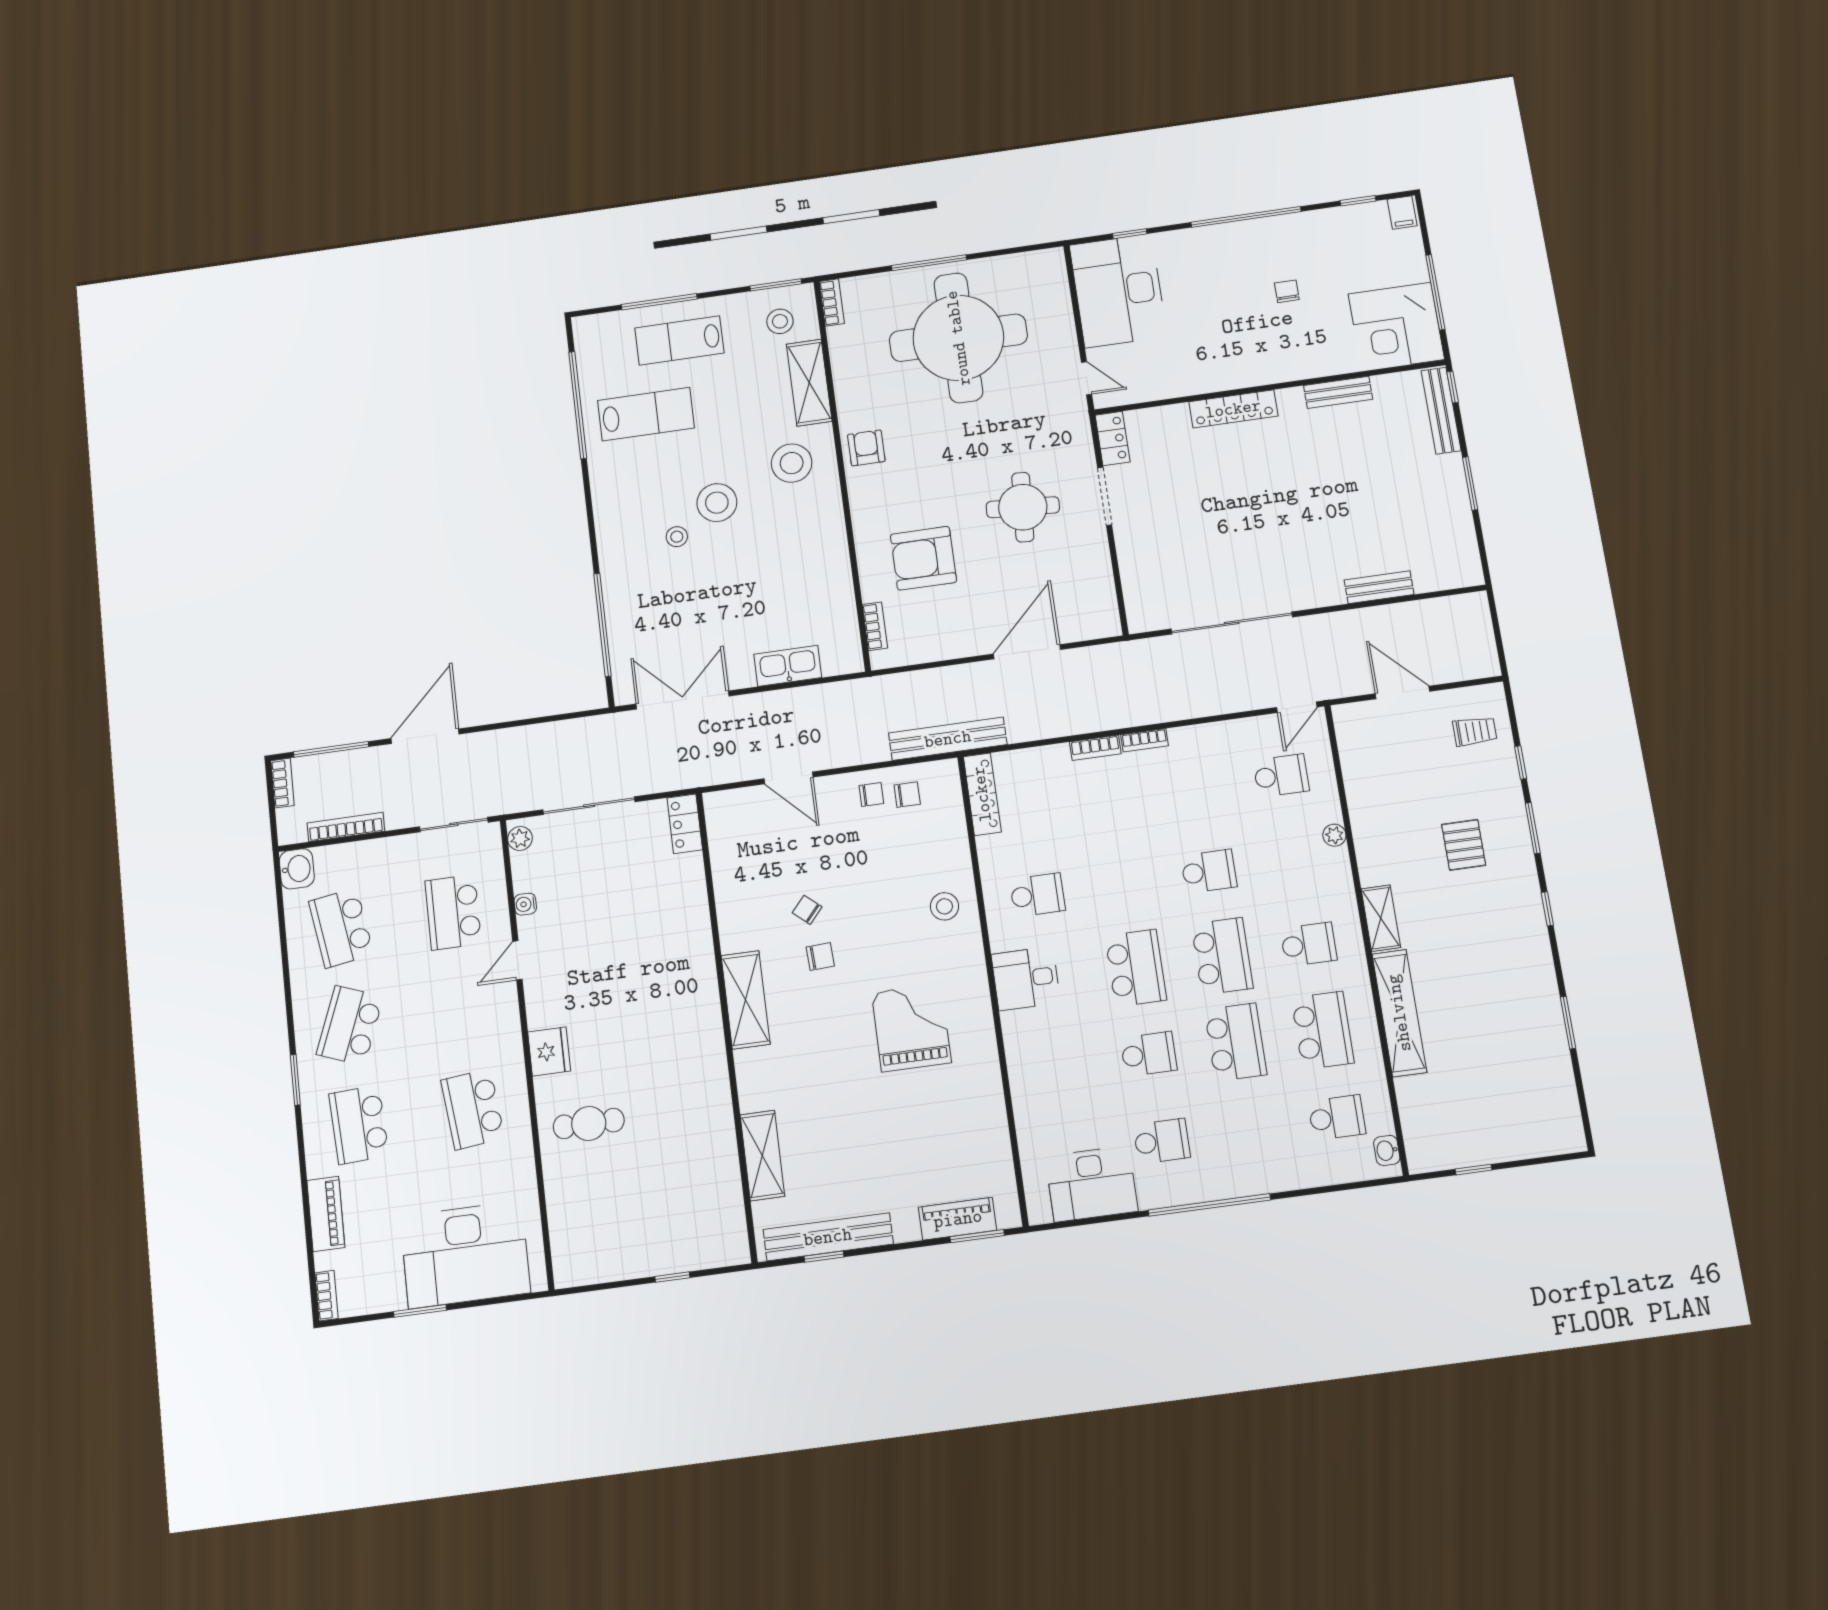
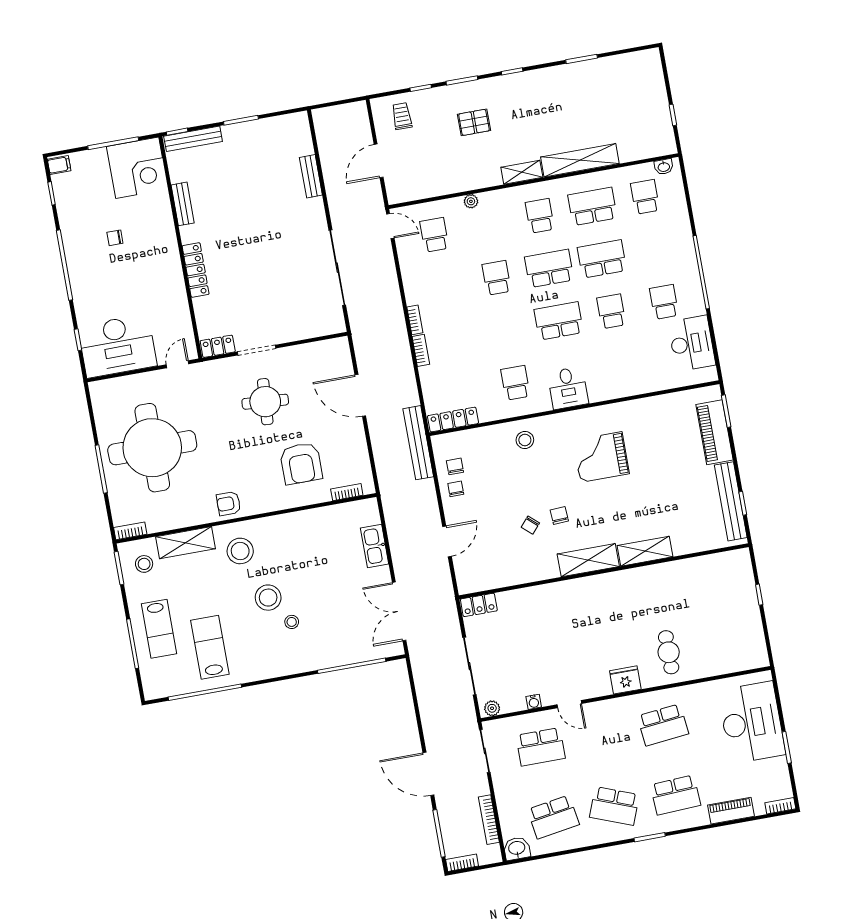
shelving: (762, 1156) -> (645, 551), moved
piano: (958, 1219) -> (714, 432), width x1.37, depth x1.33

